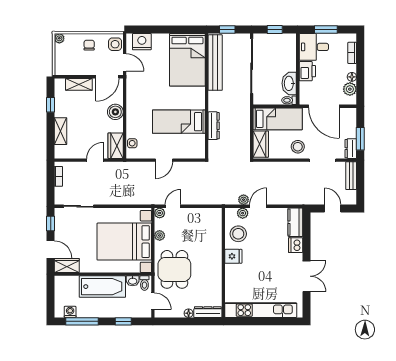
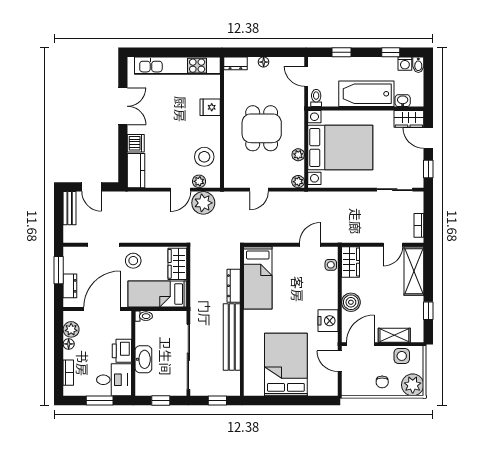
plant: (59, 38) -> (413, 385), width x1.88, depth x1.88
nightstand: (142, 42) -> (328, 321), moved, turned -90
side table: (115, 44) -> (402, 356), moved
bed: (187, 60) -> (286, 364), moved
bench: (215, 63) -> (232, 337), moved
washbasin: (289, 83) -> (143, 359), moved
door: (324, 106) -> (102, 309), hinge flipped
bed: (179, 122) -> (258, 278), moved, turned 90
shelving: (60, 131) -> (414, 271), width x1.50, depth x1.33
dresser: (351, 149) -> (70, 286), moved
door: (95, 160) -> (393, 245), moved
door: (164, 160) -> (310, 245), moved
bench: (351, 176) -> (70, 208), moved
plant: (244, 200) -> (203, 203), width x1.88, depth x1.88
door: (173, 206) -> (259, 190), moved
fridge: (233, 256) -> (210, 107), moved
dining table: (174, 269) -> (262, 128), moved
double door: (306, 276) -> (123, 106), swing flipped
washbasin: (133, 281) -> (403, 101), moved
bidet: (59, 311) -> (418, 65), added
dresser: (208, 312) -> (235, 63), width x0.70
window: (82, 321) -> (391, 52), width x0.46

